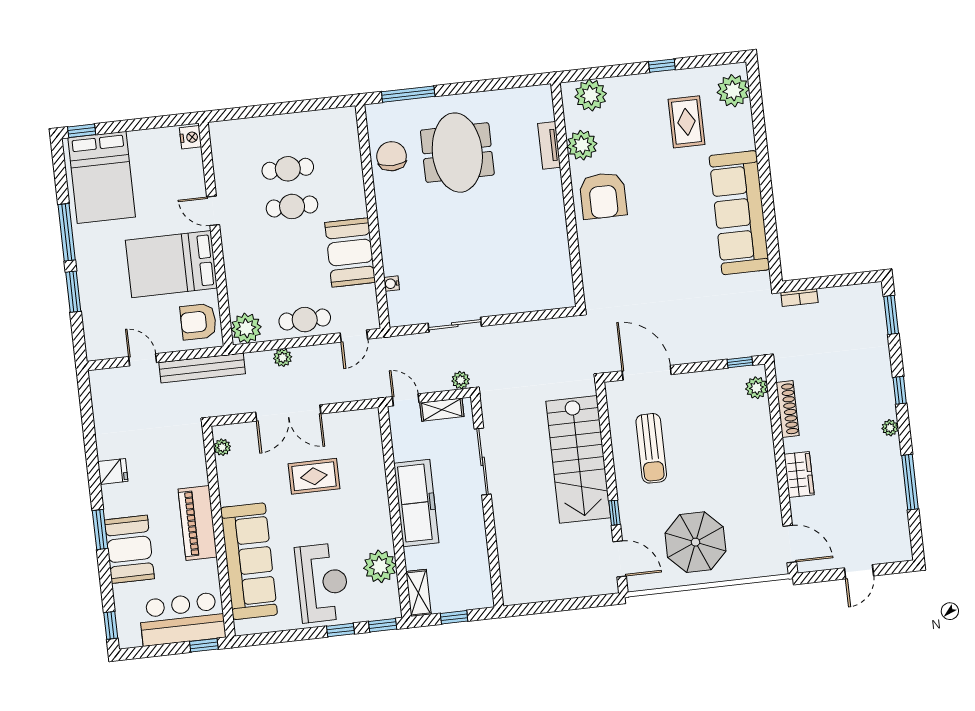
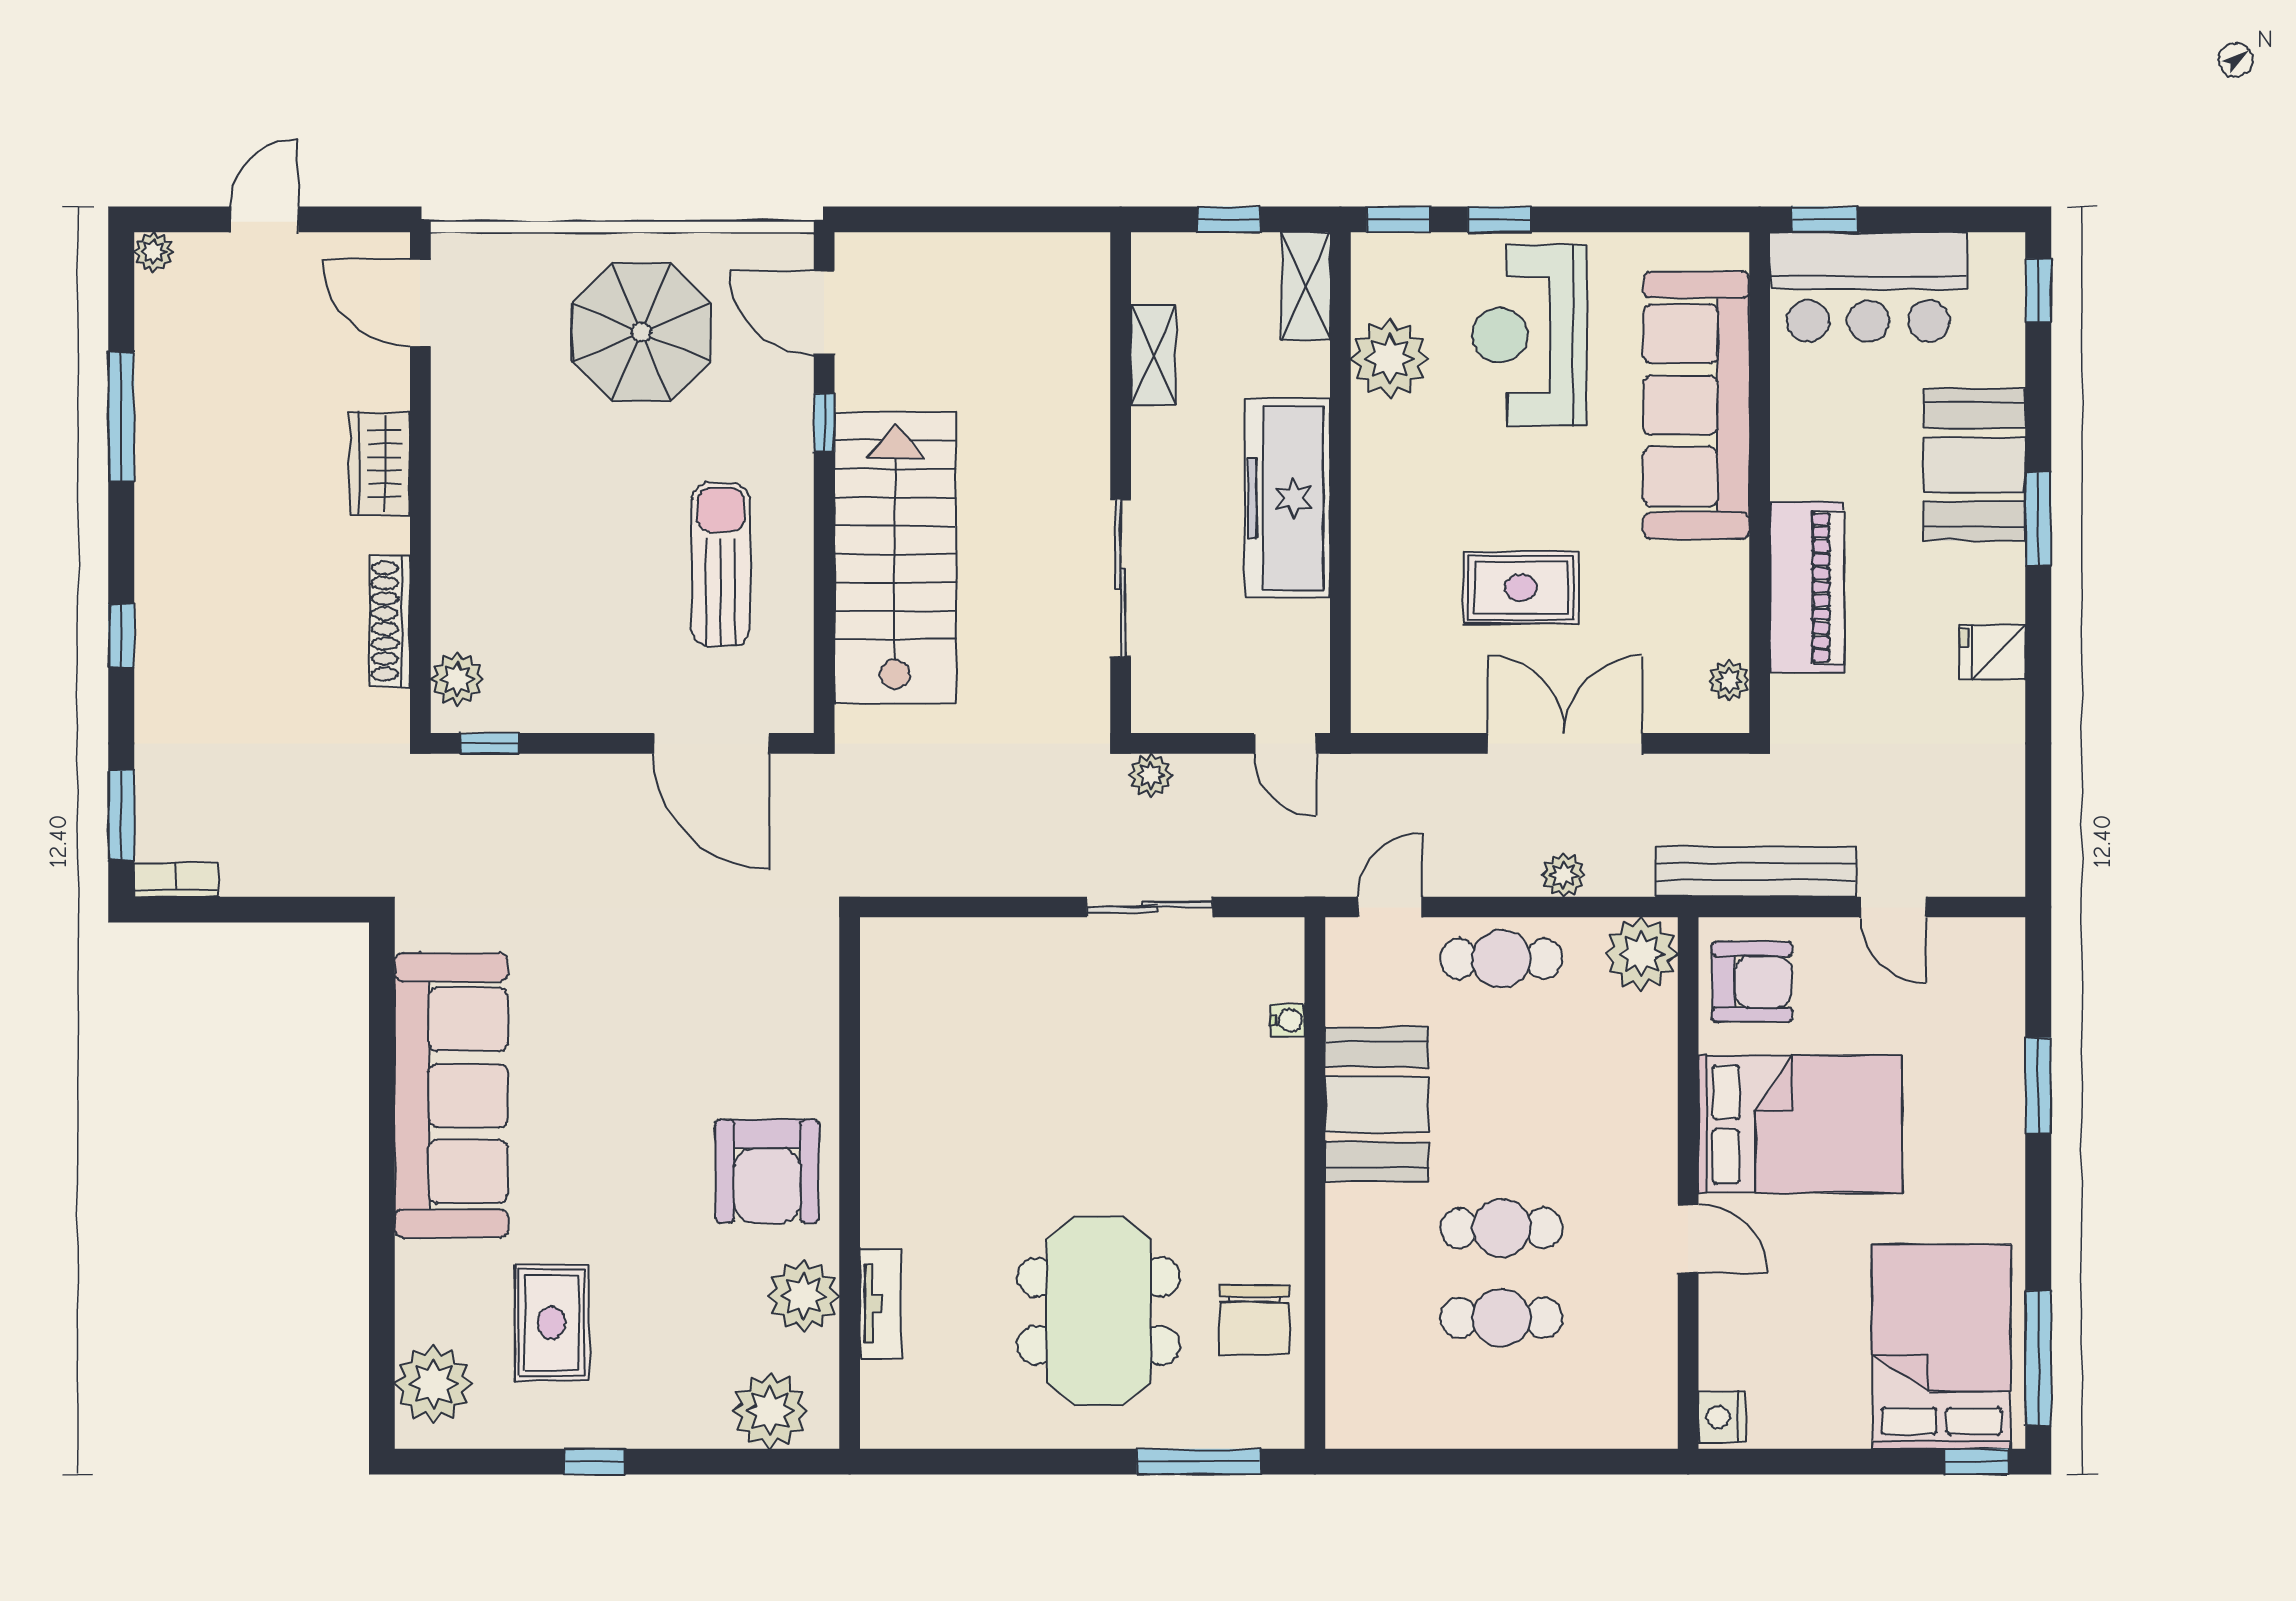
armchair: (603, 196) -> (767, 1171), turned 180
window: (67, 232) -> (2038, 1358), moved
bookcase: (799, 298) -> (176, 880), moved
shelving: (442, 410) -> (1153, 355), moved, turned 90
plant: (890, 428) -> (154, 252), moved
piano: (198, 523) -> (1807, 587), moved

